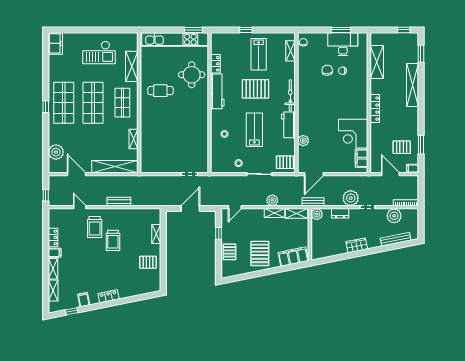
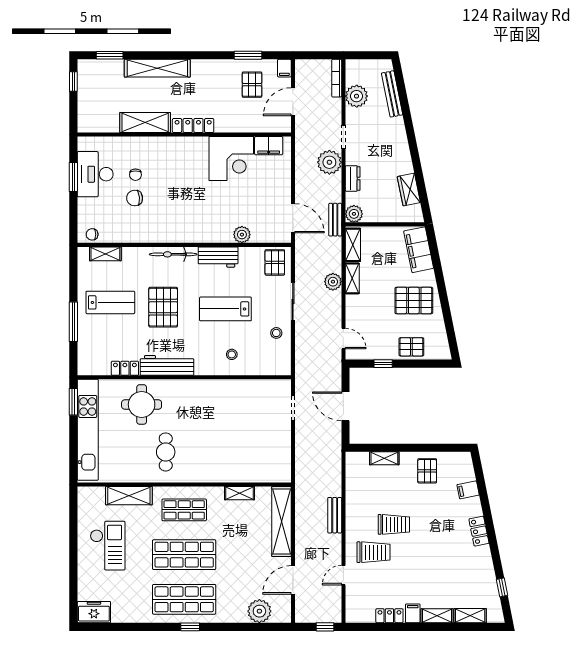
window: (246, 30) -> (73, 322), width x2.17
shelving: (377, 62) -> (145, 123), moved
wardrobe: (357, 245) -> (409, 189), moved
filing cabinet: (84, 300) -> (468, 490), moved

